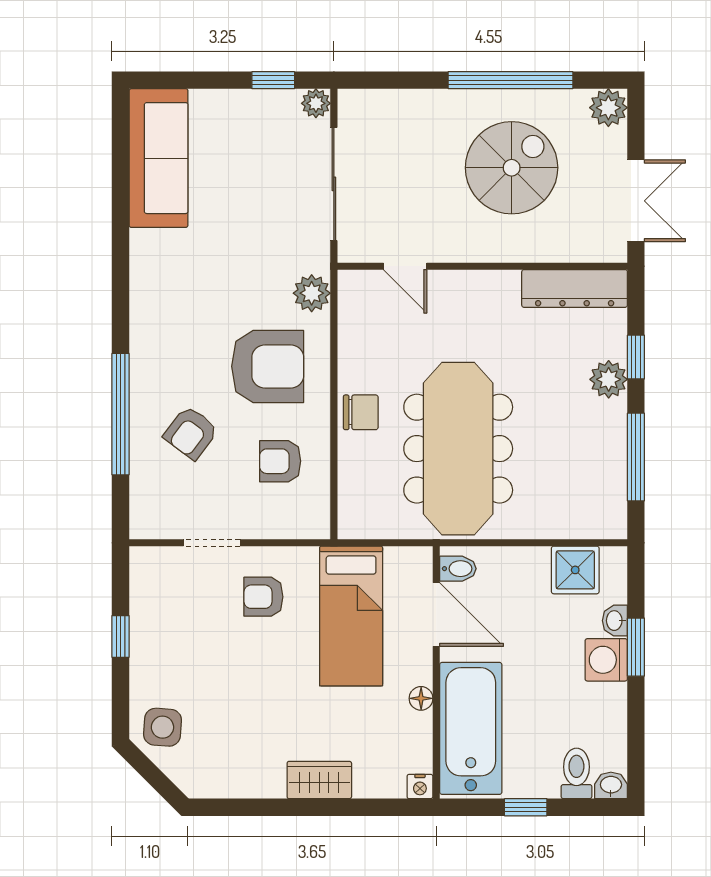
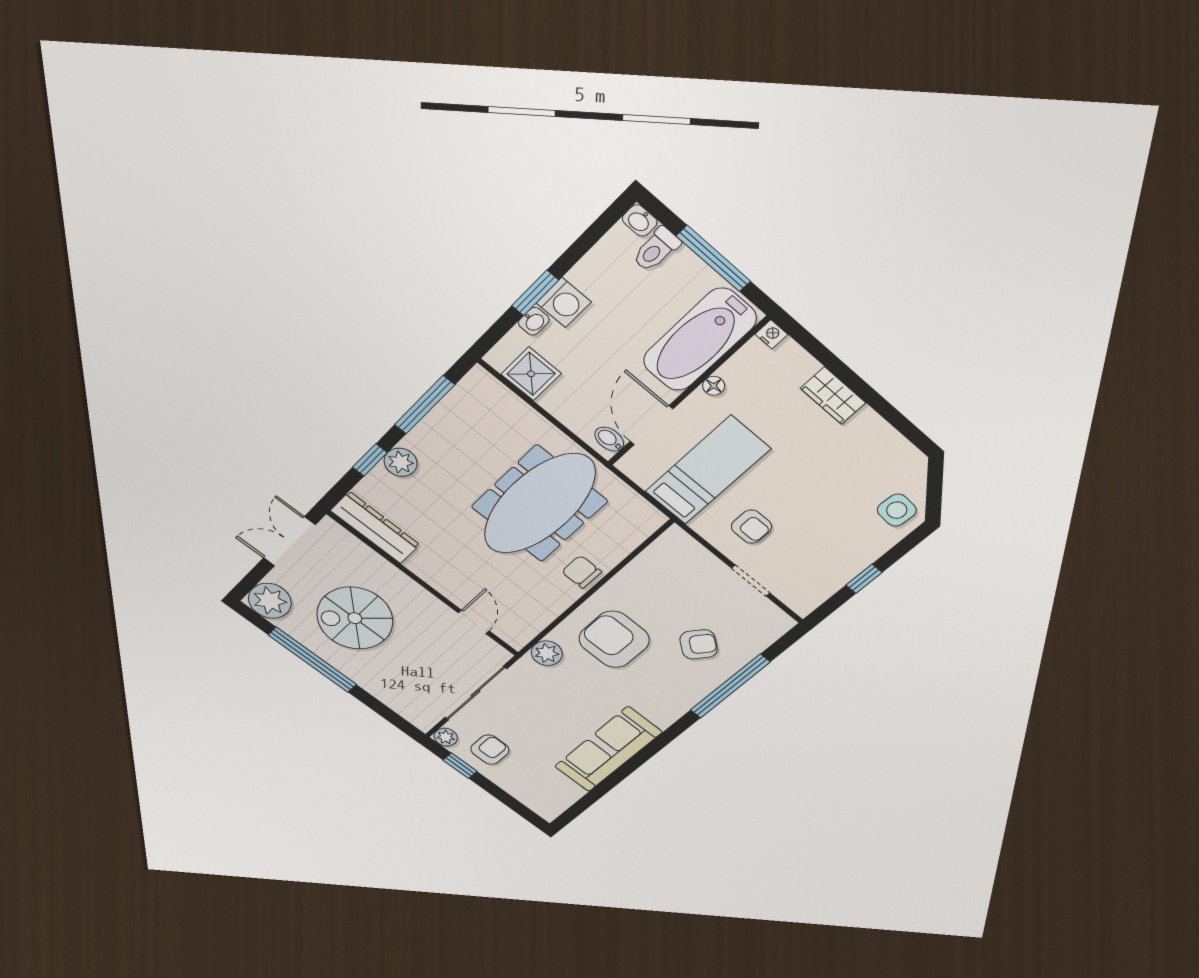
plant: (608, 108) -> (270, 601), width x1.36, depth x1.36
sofa: (159, 158) -> (608, 749), moved
armchair: (280, 461) -> (490, 750), moved, turned -90
window: (526, 807) -> (713, 259), width x2.17

